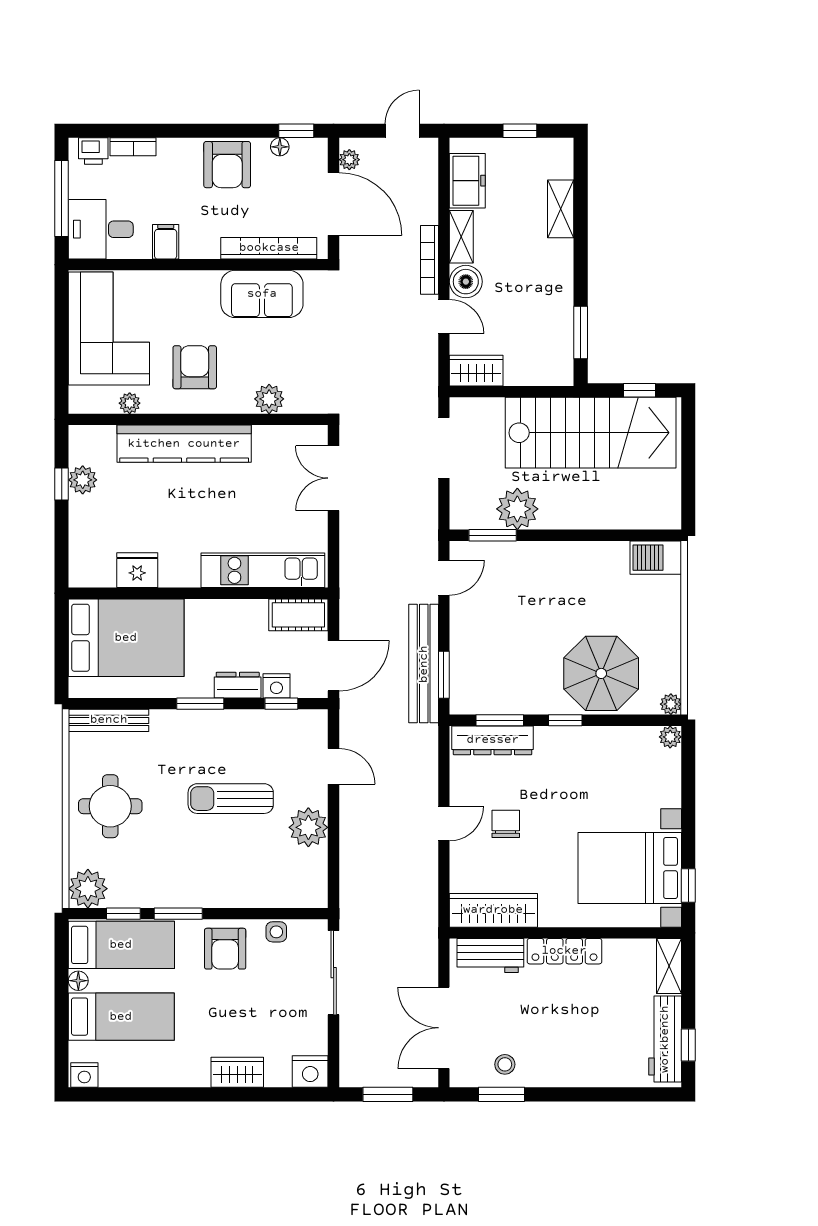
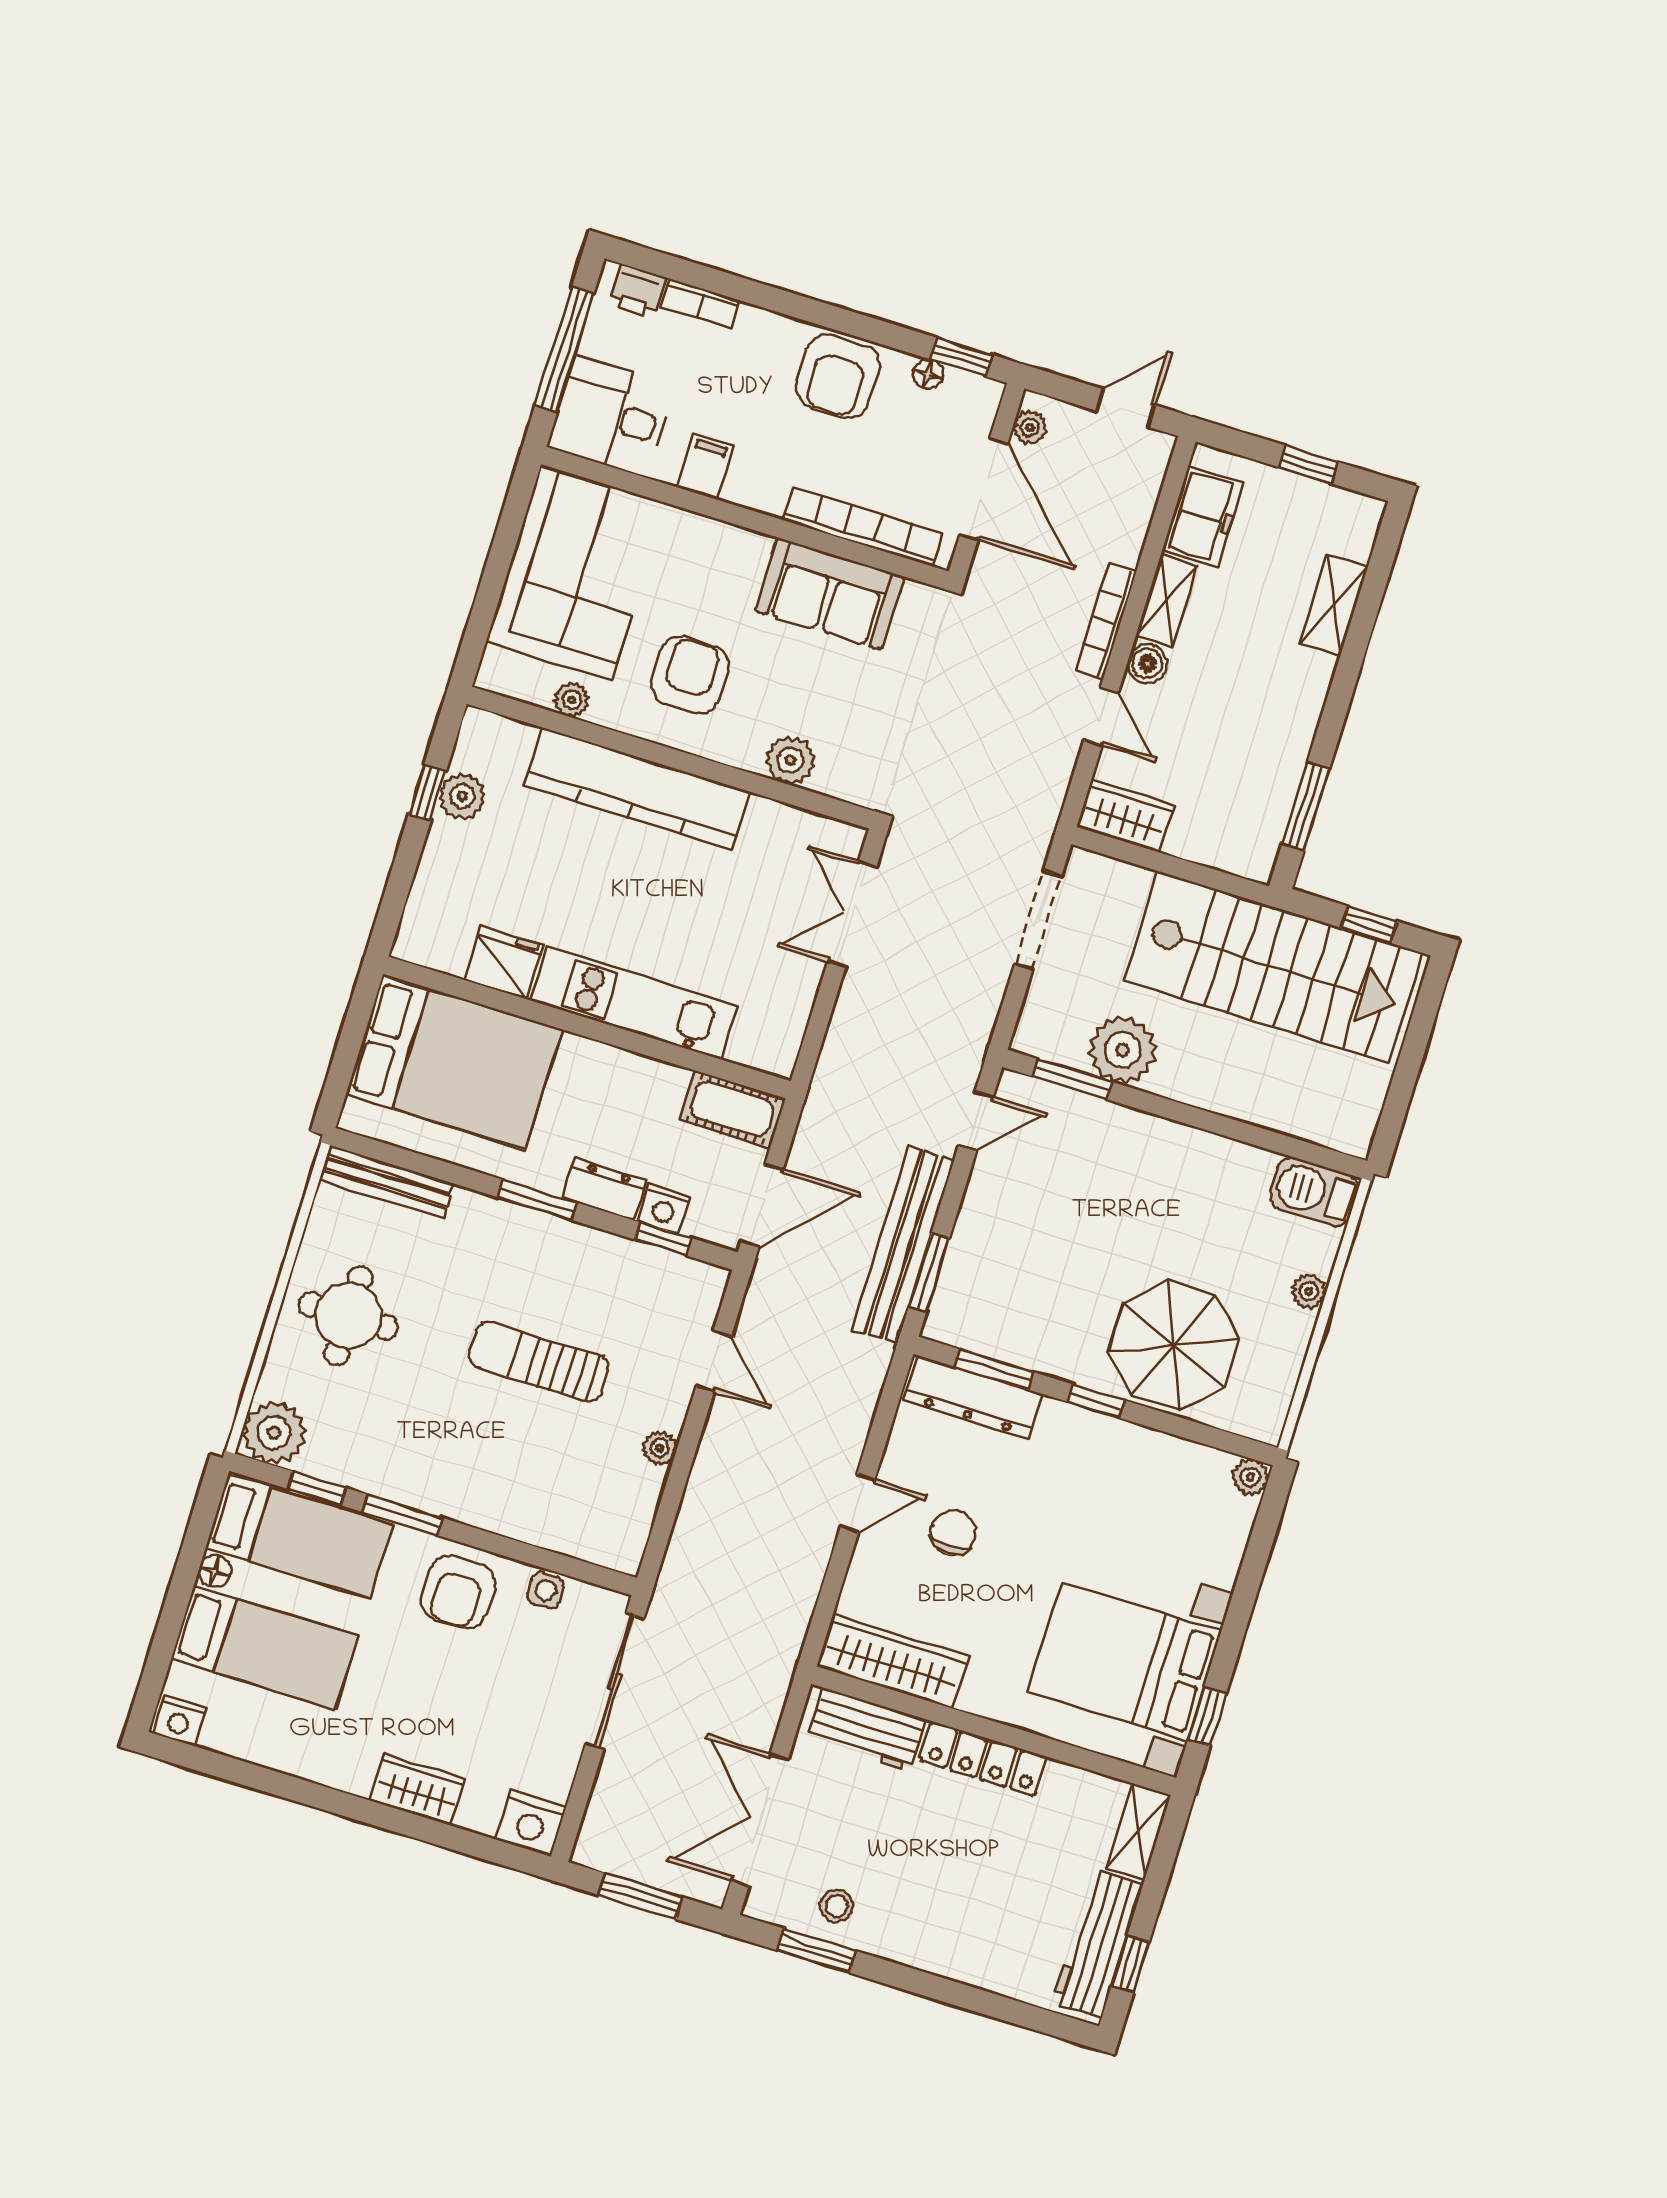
boiler: (466, 282) -> (1147, 664), width x0.73, depth x0.73
kitchen unit: (263, 570) -> (634, 1003), moved
plant: (671, 704) -> (1309, 1291), moved
plant: (308, 827) -> (660, 1448), width x0.53, depth x0.53

